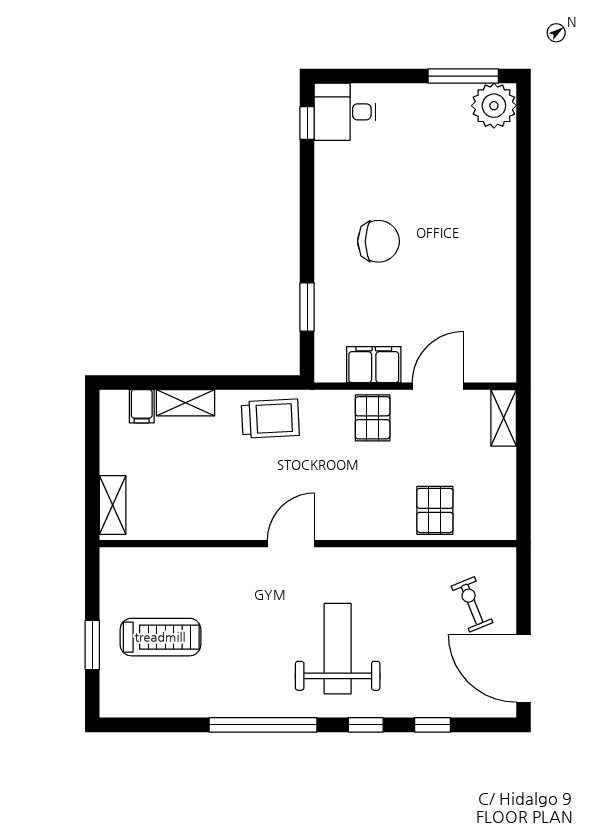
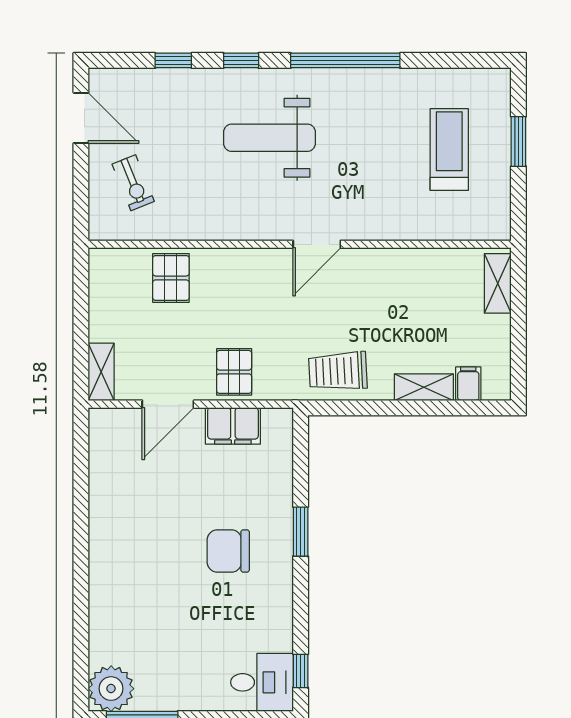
window: (307, 307) -> (301, 532), moved
treadmill: (160, 637) -> (449, 149), turned 90
weight bench: (338, 649) -> (269, 138), turned 90
door: (524, 668) -> (81, 118), width x0.73

